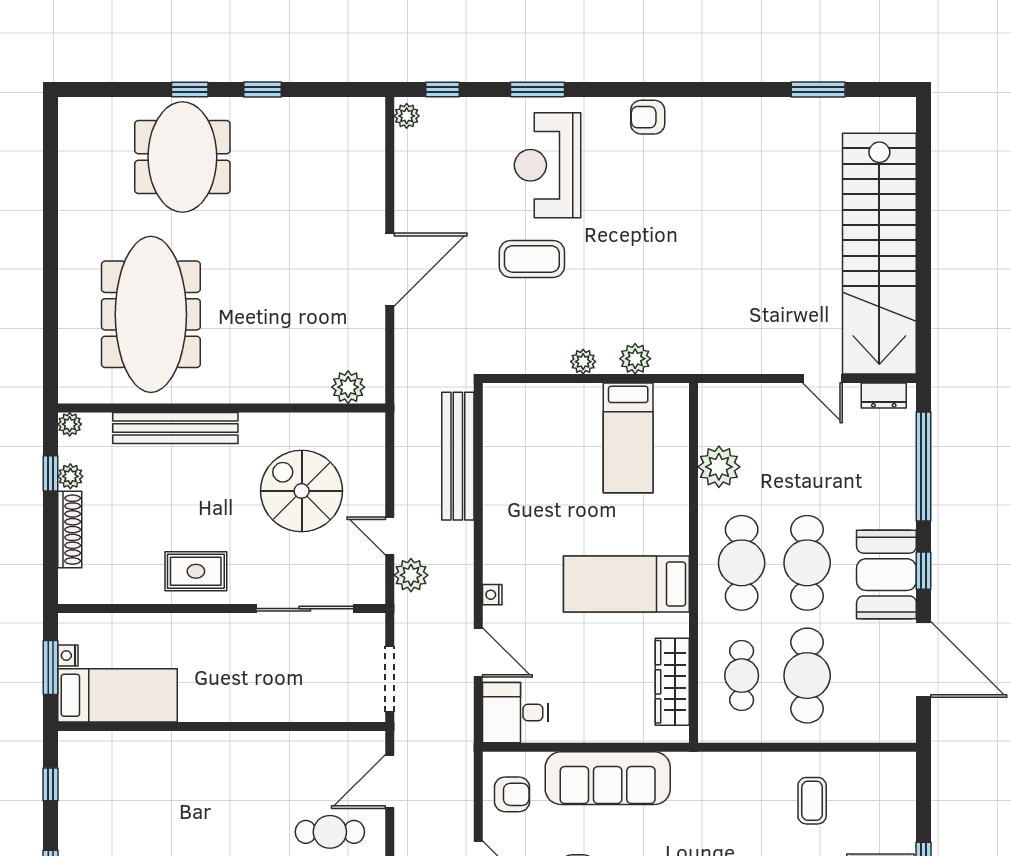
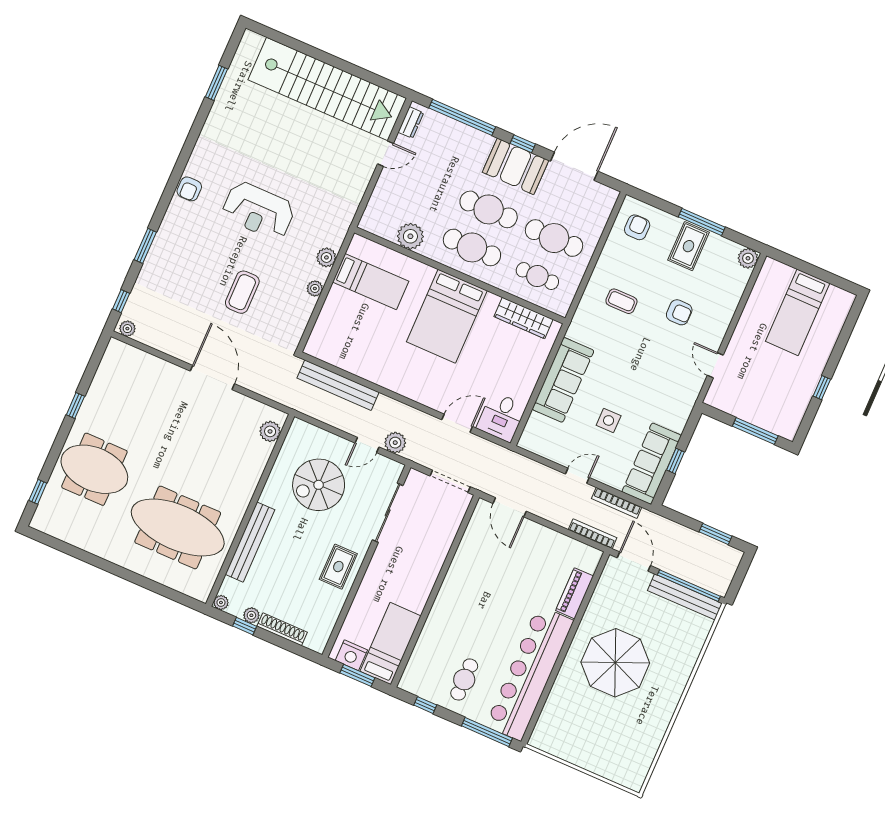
window: (190, 89) -> (38, 492), moved
reception desk: (548, 165) -> (258, 211), moved
bed: (626, 584) -> (447, 316), width x1.50
nightstand: (492, 595) -> (427, 400), removed
nightstand: (68, 656) -> (351, 655), width x1.89, depth x1.79
armchair: (512, 794) -> (637, 227), moved
coffee table: (812, 801) -> (621, 301), moved
cafe table: (330, 832) -> (464, 680), moved

